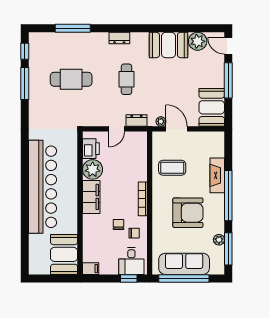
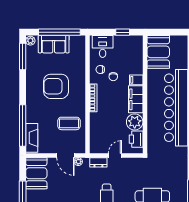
fireplace: (217, 175) -> (32, 138), moved
window: (228, 196) -> (23, 125), moved
plant: (219, 240) -> (30, 41), moved
sofa: (184, 264) -> (54, 44), width x0.73
filing cabinet: (91, 269) -> (136, 80), moved
window: (129, 278) -> (123, 32), moved

